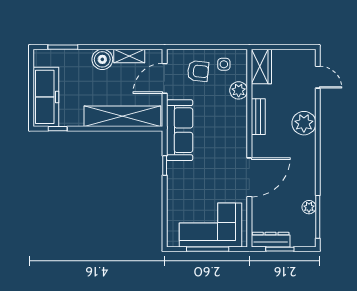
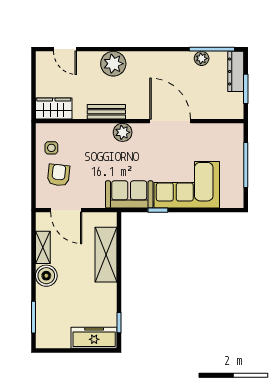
door: (318, 77) -> (65, 49), swing flipped
plant: (239, 90) -> (123, 132), moved
freezer: (46, 97) -> (94, 338), width x0.73, depth x0.79
shelving: (122, 116) -> (106, 255), width x0.68
sofa: (180, 130) -> (129, 194), width x0.73
corner sofa: (211, 225) -> (187, 185), moved, turned 90
dresser: (271, 240) -> (236, 71), moved

